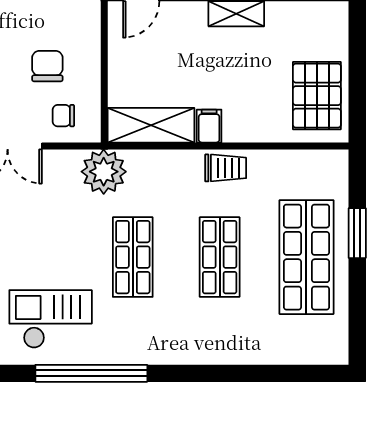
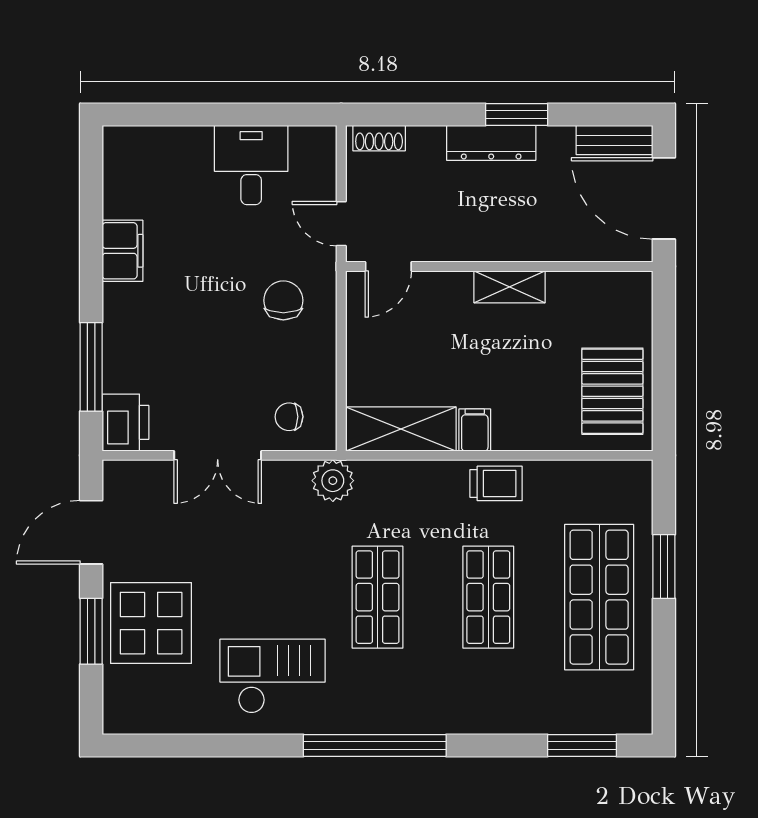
chair: (47, 66) -> (283, 300), moved
plant: (104, 172) -> (333, 481), width x0.73, depth x0.73
window: (91, 373) -> (375, 745), moved
window: (293, 373) -> (582, 745), added

